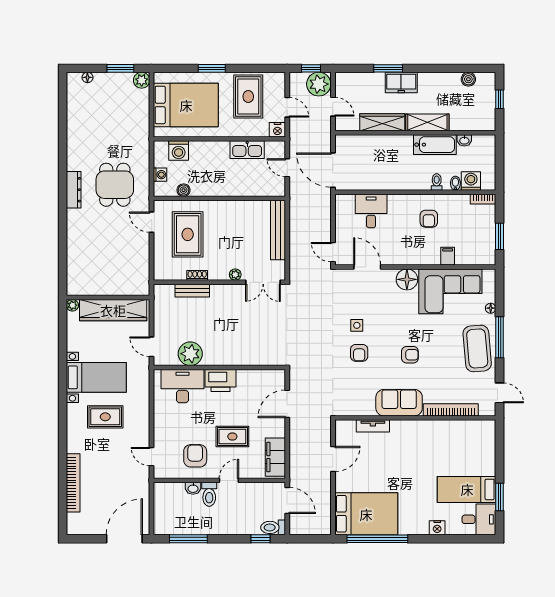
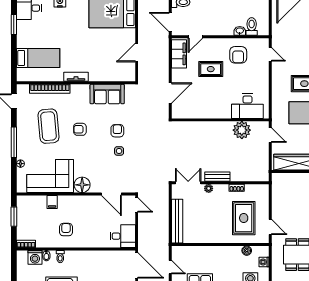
desk: (371, 211) -> (123, 236), moved, turned -90
bench: (192, 291) -> (217, 177), moved
coffee table: (477, 348) -> (48, 126), moved
printer: (221, 381) -> (219, 110), removed
sofa: (399, 403) -> (107, 94), moved
tv unit: (373, 426) -> (76, 77), moved
door: (229, 480) -> (195, 37), moved
bed: (467, 489) -> (38, 58), moved
toilet: (209, 494) -> (252, 26), moved

